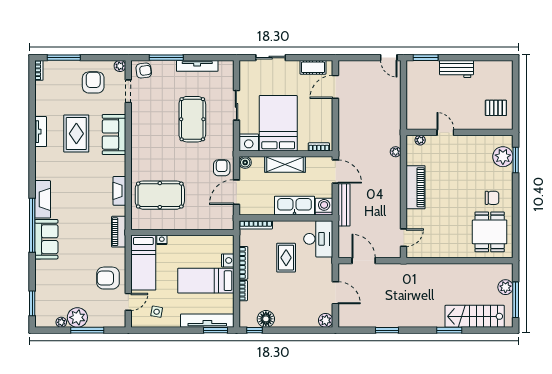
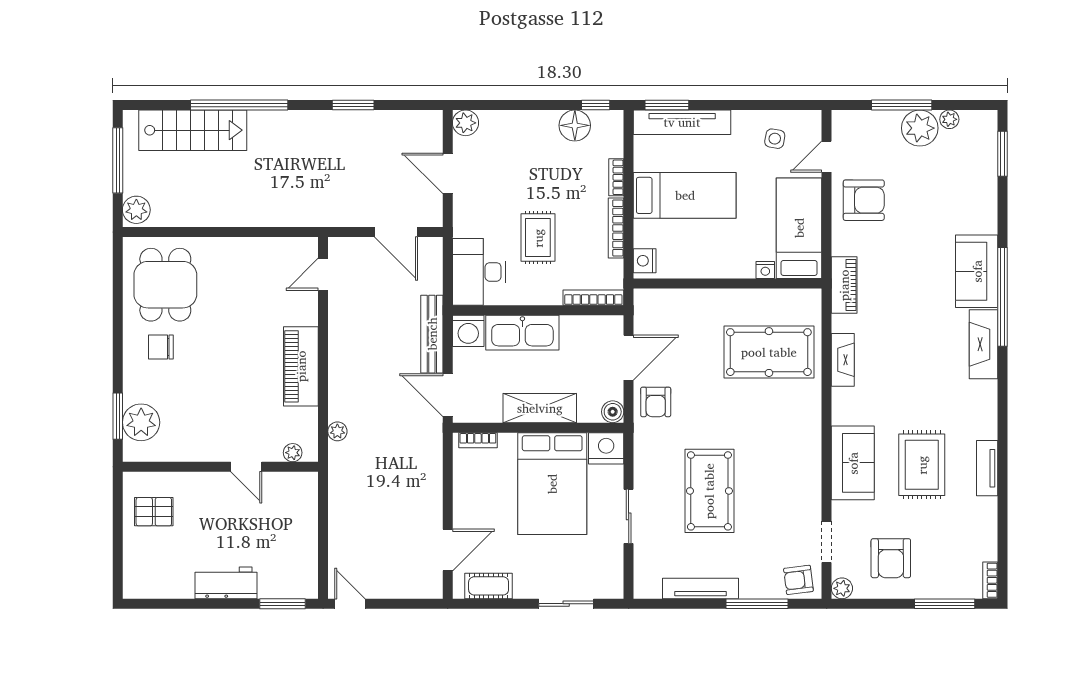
nightstand: (228, 260) -> (645, 261), moved
plant: (505, 287) -> (136, 210), moved
window: (449, 330) -> (239, 105), width x2.11

